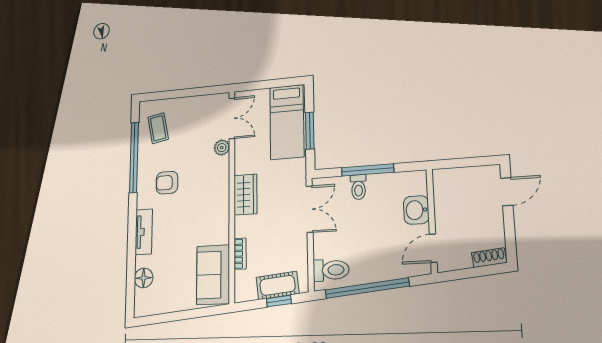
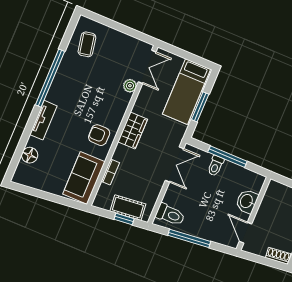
window: (134, 157) -> (50, 78), moved
armchair: (167, 183) -> (99, 135), moved
door: (433, 248) -> (246, 233), hinge flipped
window: (367, 288) -> (189, 238), width x0.68

